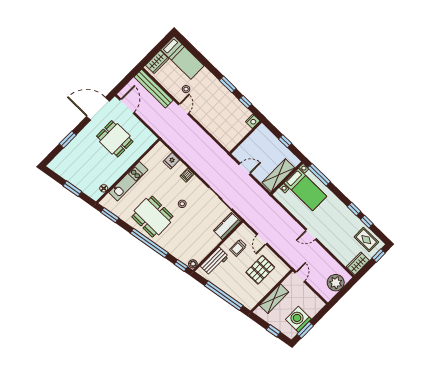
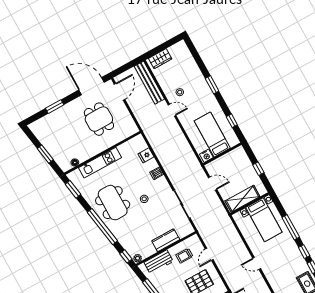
bed: (182, 58) -> (212, 134), moved, turned 180
window: (228, 84) -> (212, 85), moved
door: (184, 109) -> (172, 110), hinge flipped
nightstand: (253, 121) -> (206, 156), moved
window: (319, 175) -> (291, 227), moved
kitchen counter: (227, 226) -> (166, 240), moved

